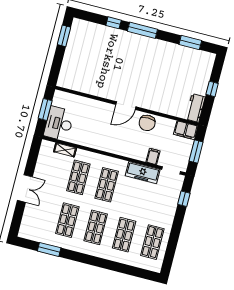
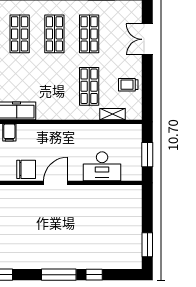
chair: (147, 123) -> (26, 169), turned 90
desk: (59, 124) -> (102, 166), moved, turned 90
trolley: (46, 171) -> (128, 85), added
shop shelf: (107, 185) -> (54, 86), removed
double door: (25, 189) -> (147, 39), moved

